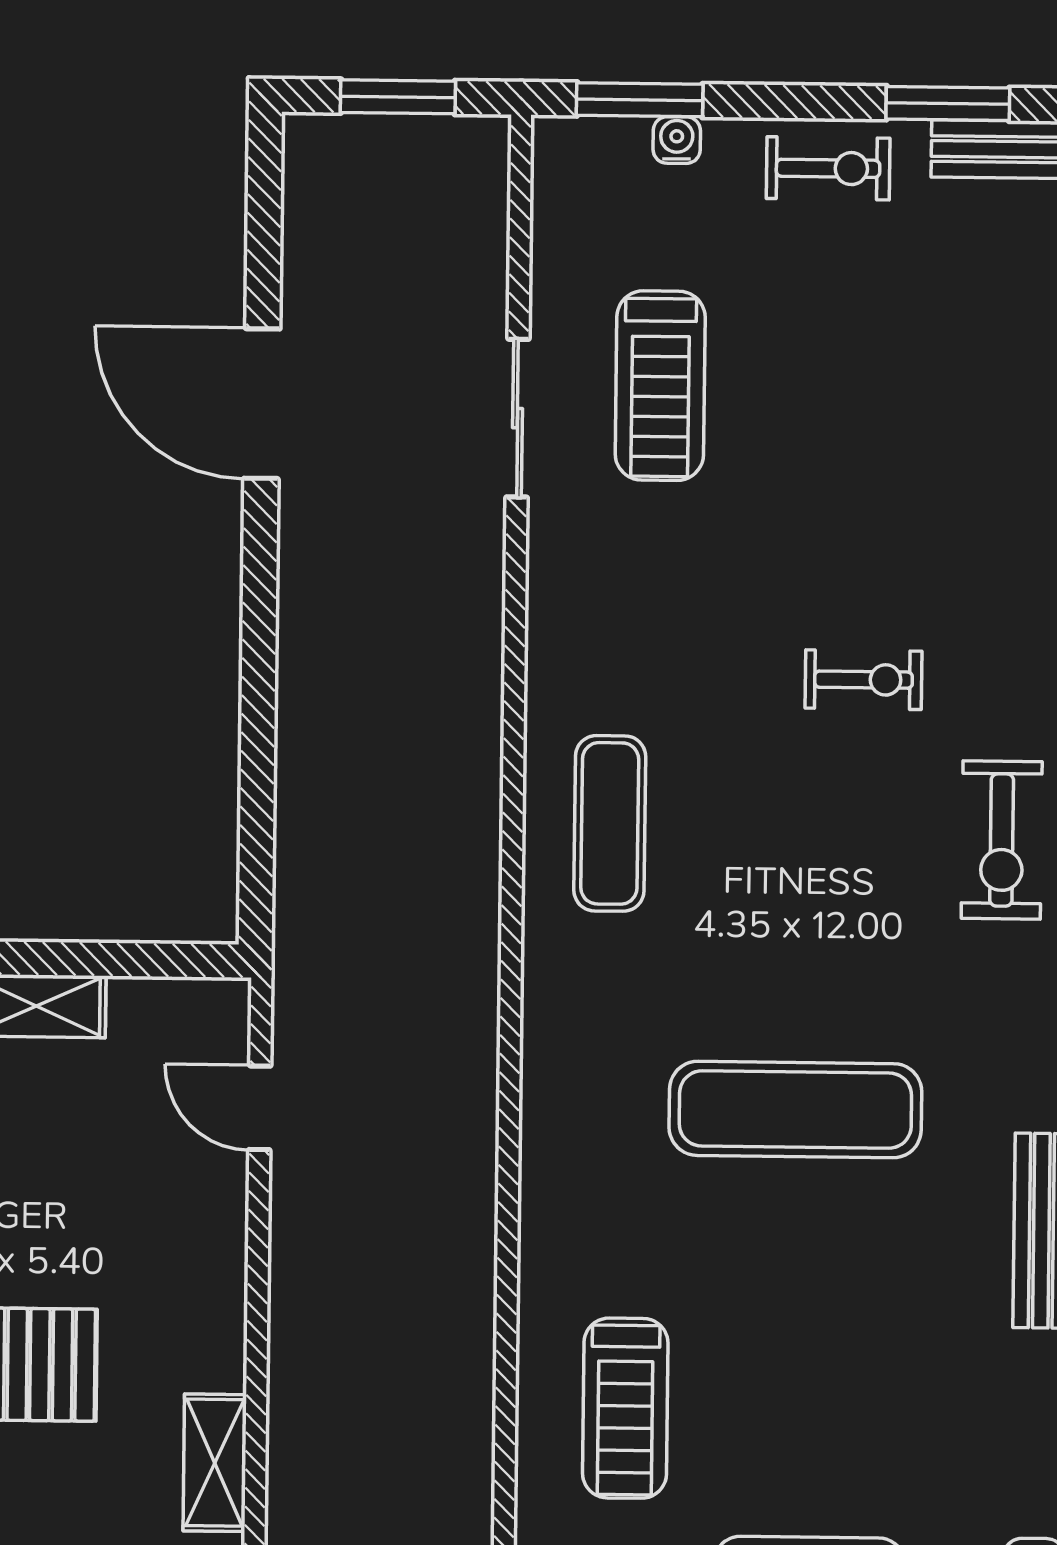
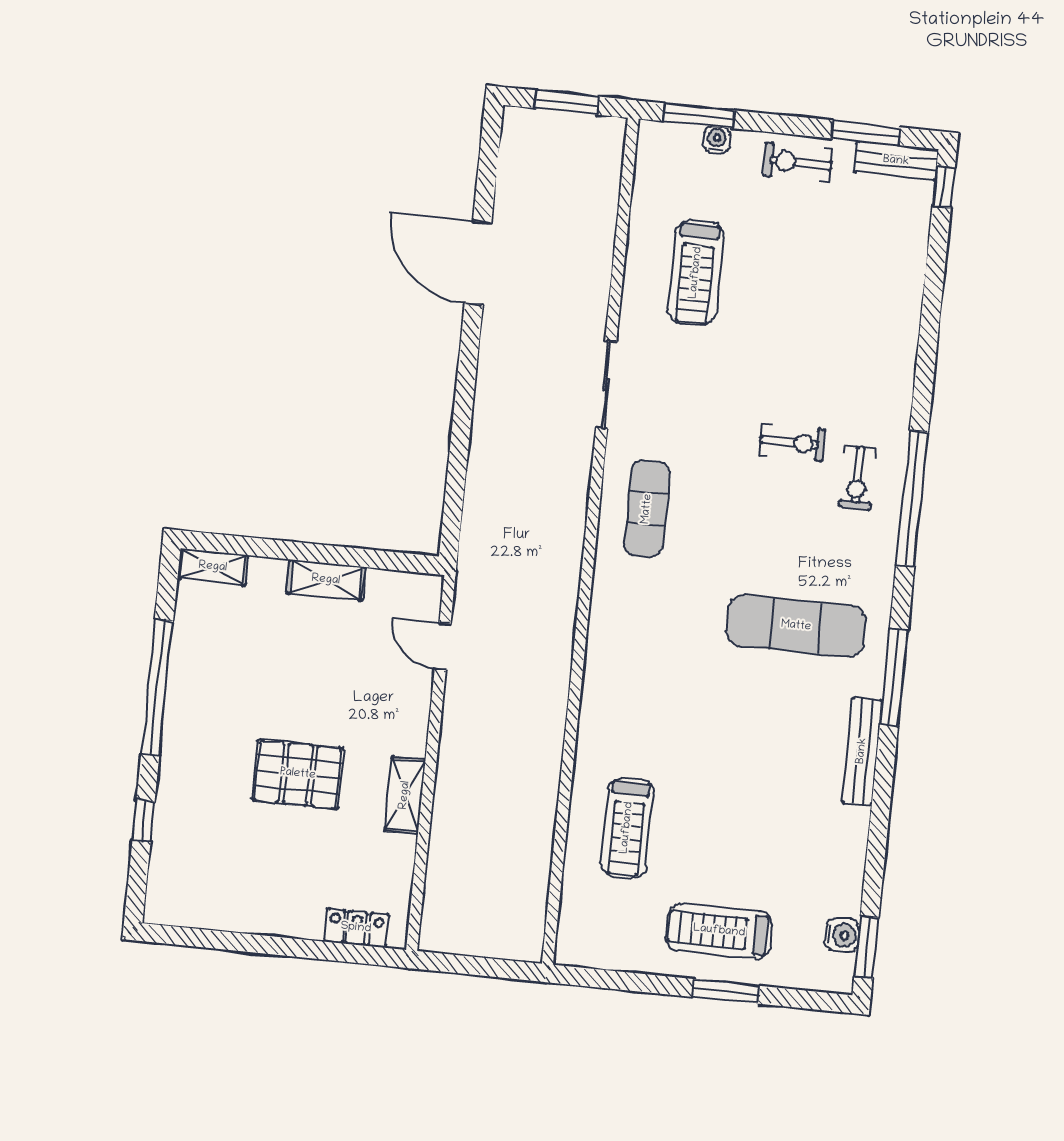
exercise bike: (828, 168) -> (798, 162), turned 180
sliding door: (518, 418) -> (606, 384), moved
exercise bike: (1002, 840) -> (858, 478), moved, width x0.73, depth x0.72
exercise mat: (795, 1110) -> (796, 626), moved
shelving: (215, 1463) -> (405, 795), moved

